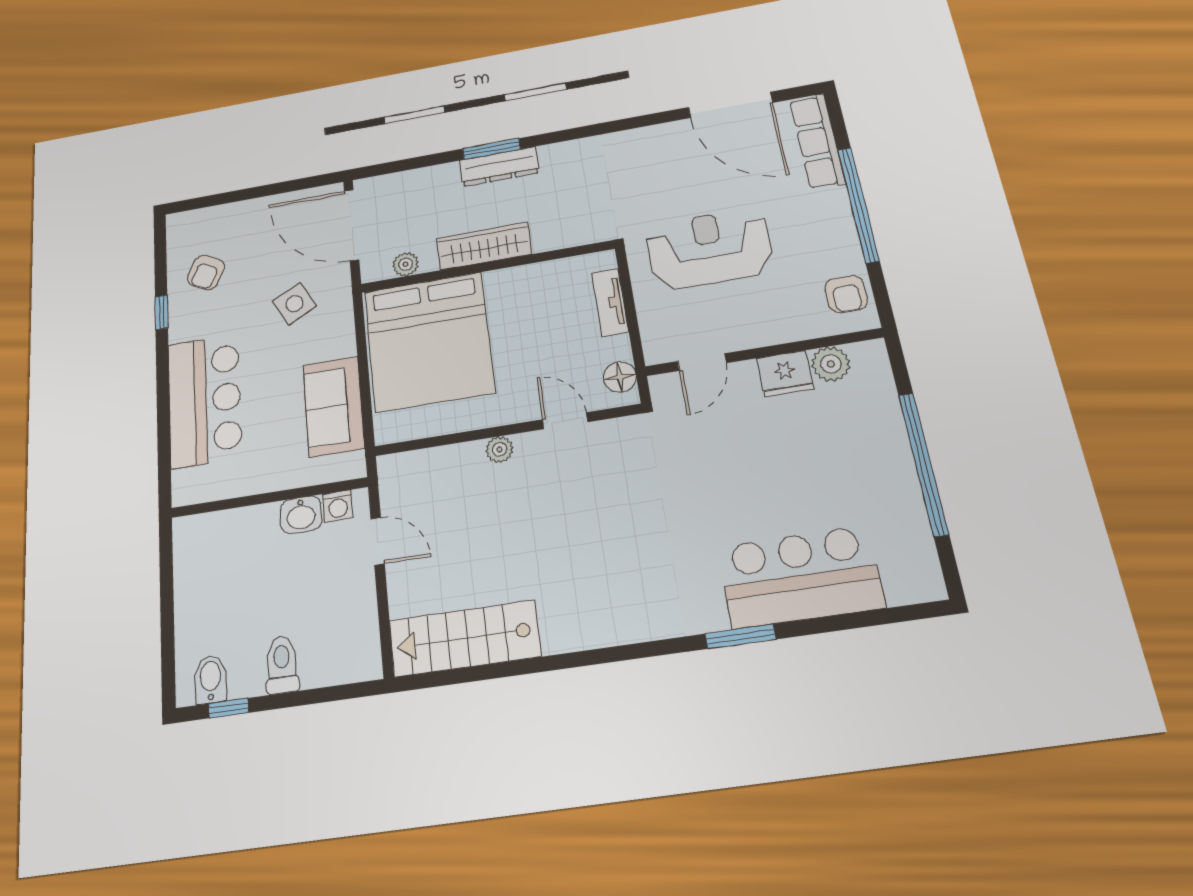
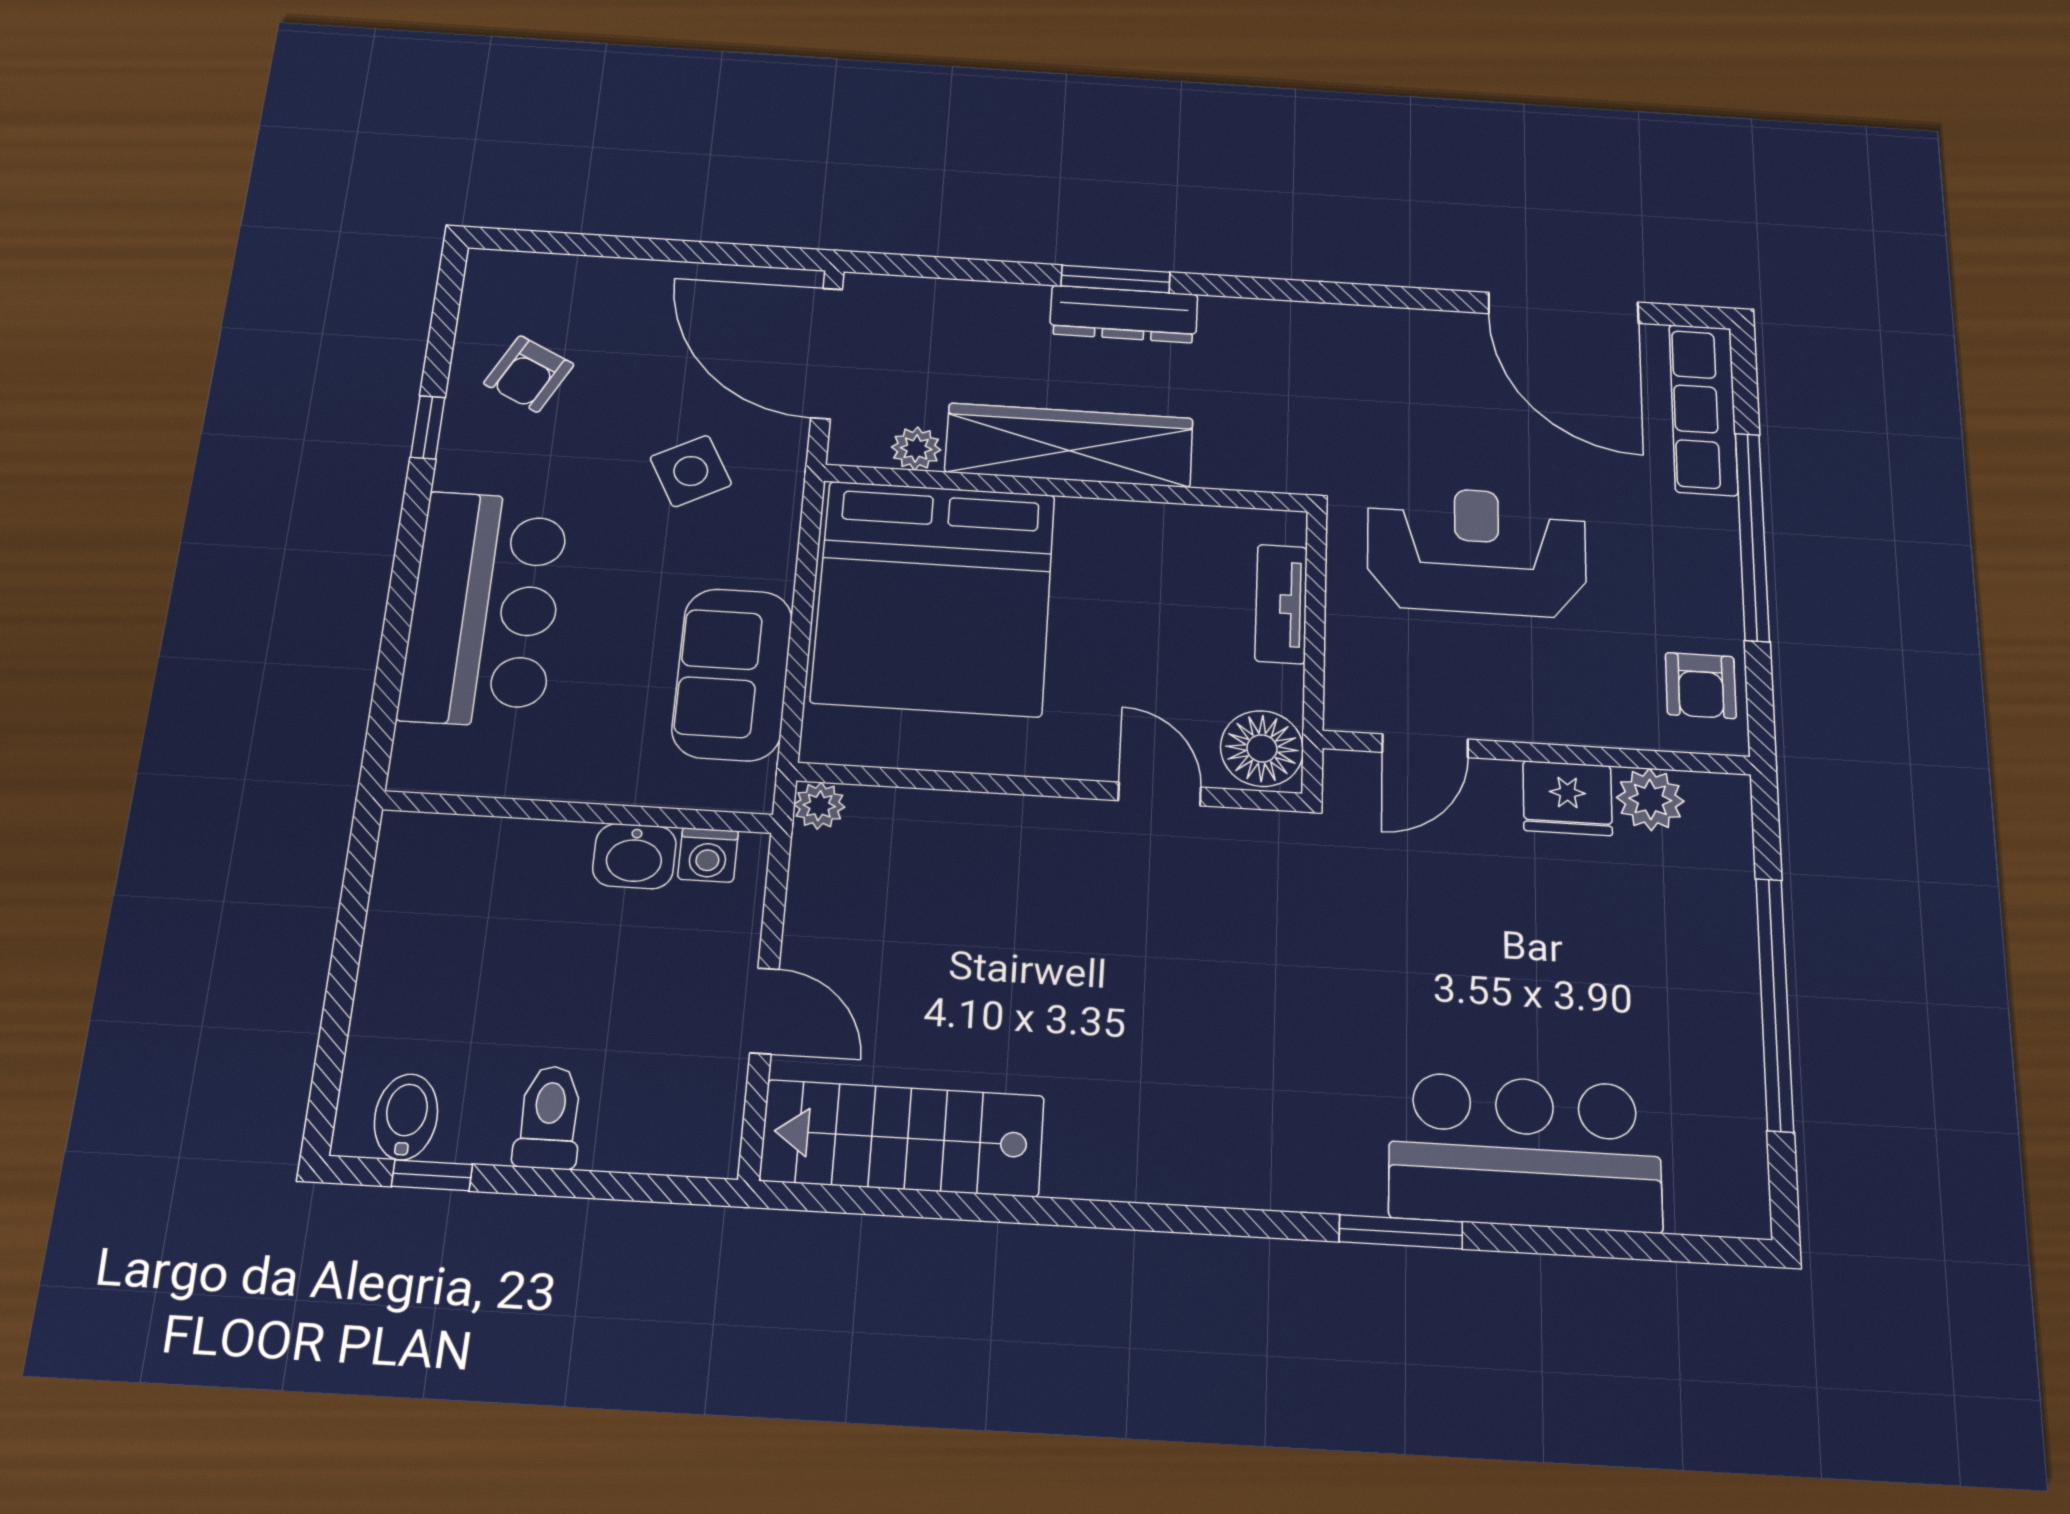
wardrobe: (484, 246) -> (1069, 445), width x1.40, depth x1.17
floor lamp: (620, 377) -> (1262, 748), width x1.38, depth x1.38
plant: (499, 449) -> (819, 806), moved
door: (378, 541) -> (764, 1011), moved

